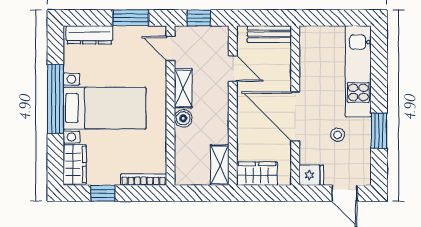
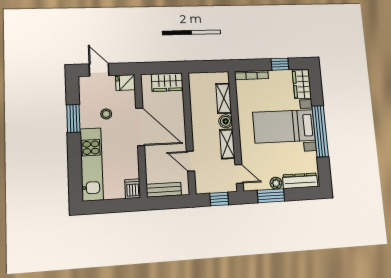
plant: (122, 34) -> (276, 183), added
dishwasher: (308, 38) -> (133, 189), added
shelving: (220, 165) -> (224, 98), moved

